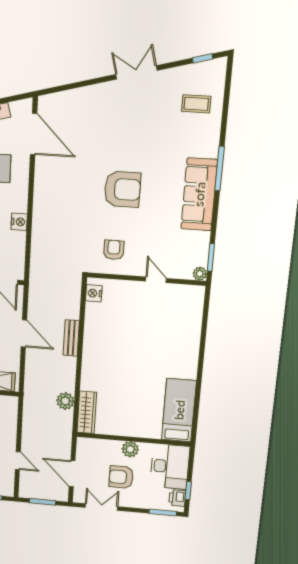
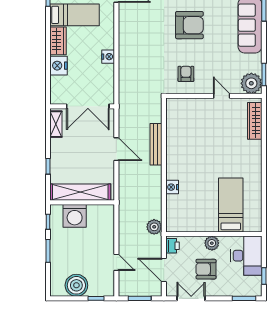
plant: (200, 274) -> (251, 83), width x1.87, depth x1.87
nightstand: (94, 293) -> (172, 187), moved
bench: (71, 338) -> (156, 144), width x1.36
plant: (65, 401) -> (154, 227), moved
bed: (179, 410) -> (231, 205), moved
wardrobe: (87, 412) -> (255, 121), moved, turned 180
printer: (177, 498) -> (172, 246), moved, turned 180

